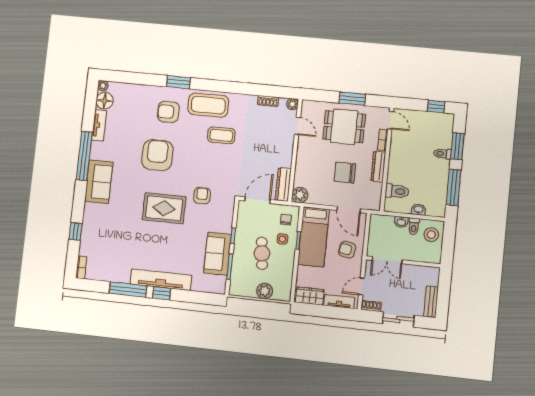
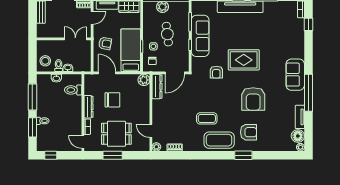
window: (76, 231) -> (308, 24), moved
sofa: (217, 254) -> (200, 36), width x1.36

